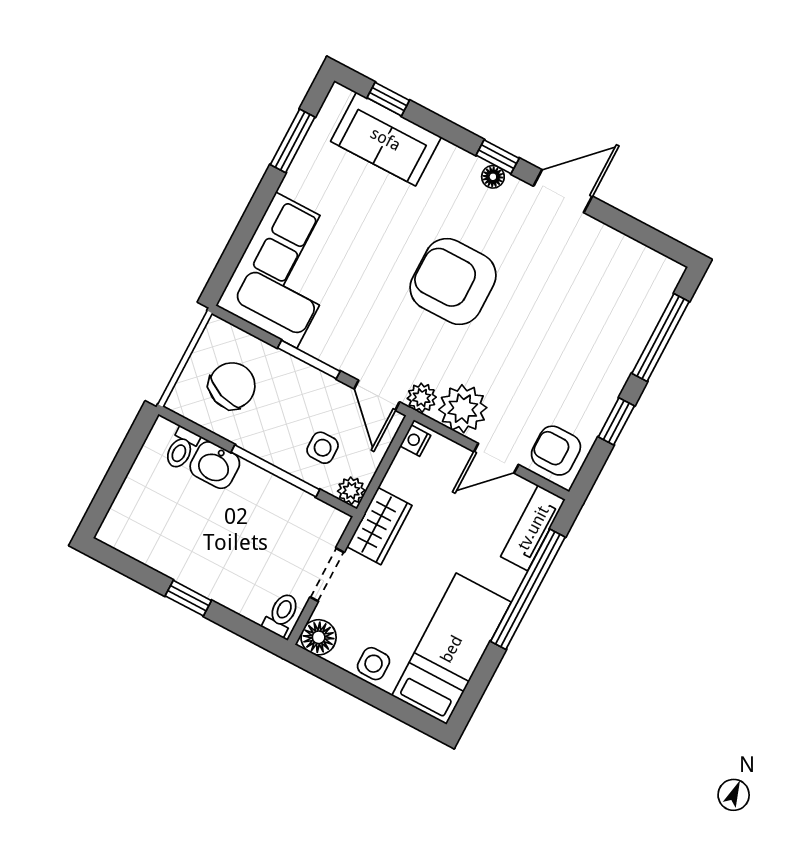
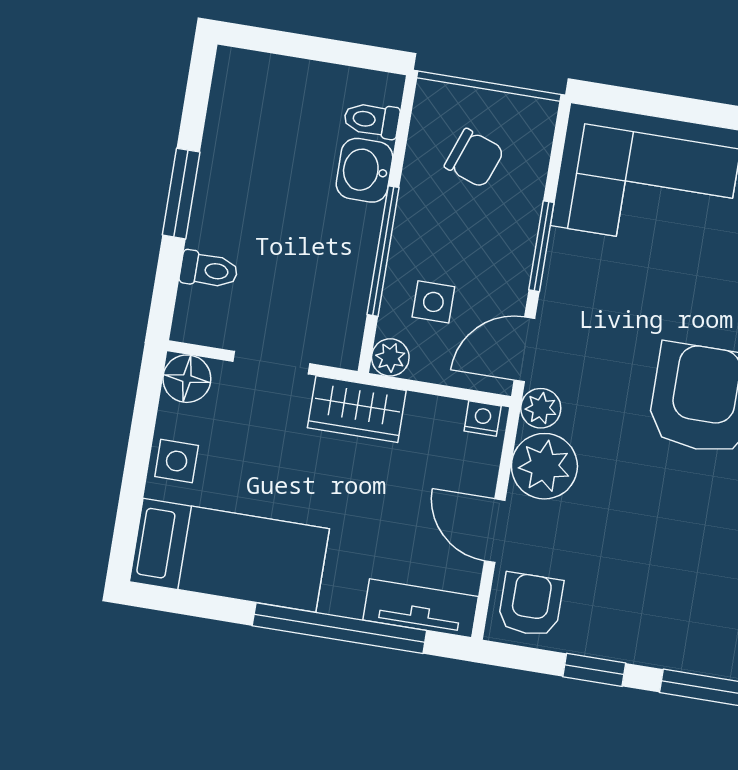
chair: (232, 386) -> (474, 158), width x0.73, depth x0.73
window: (188, 598) -> (181, 194), width x1.50
toilet: (282, 614) -> (209, 270), moved

